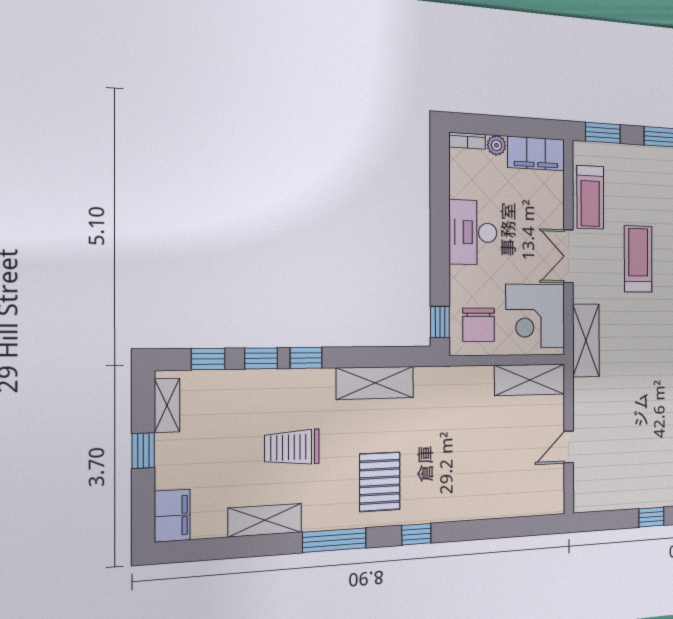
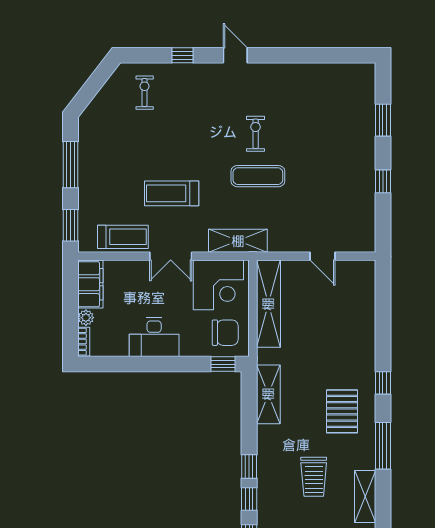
exercise mat: (657, 364) -> (258, 176), added
shelving: (530, 380) -> (268, 304), width x1.47
shelving: (375, 383) -> (268, 394), moved
pallet: (380, 482) -> (342, 411), turned 90

